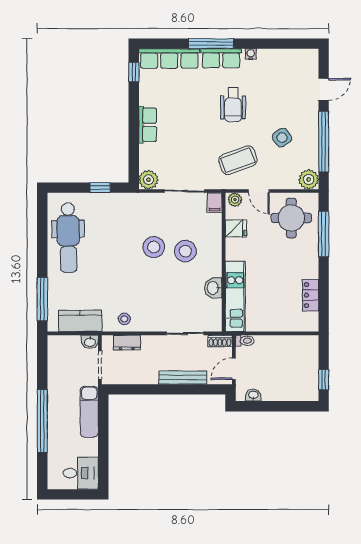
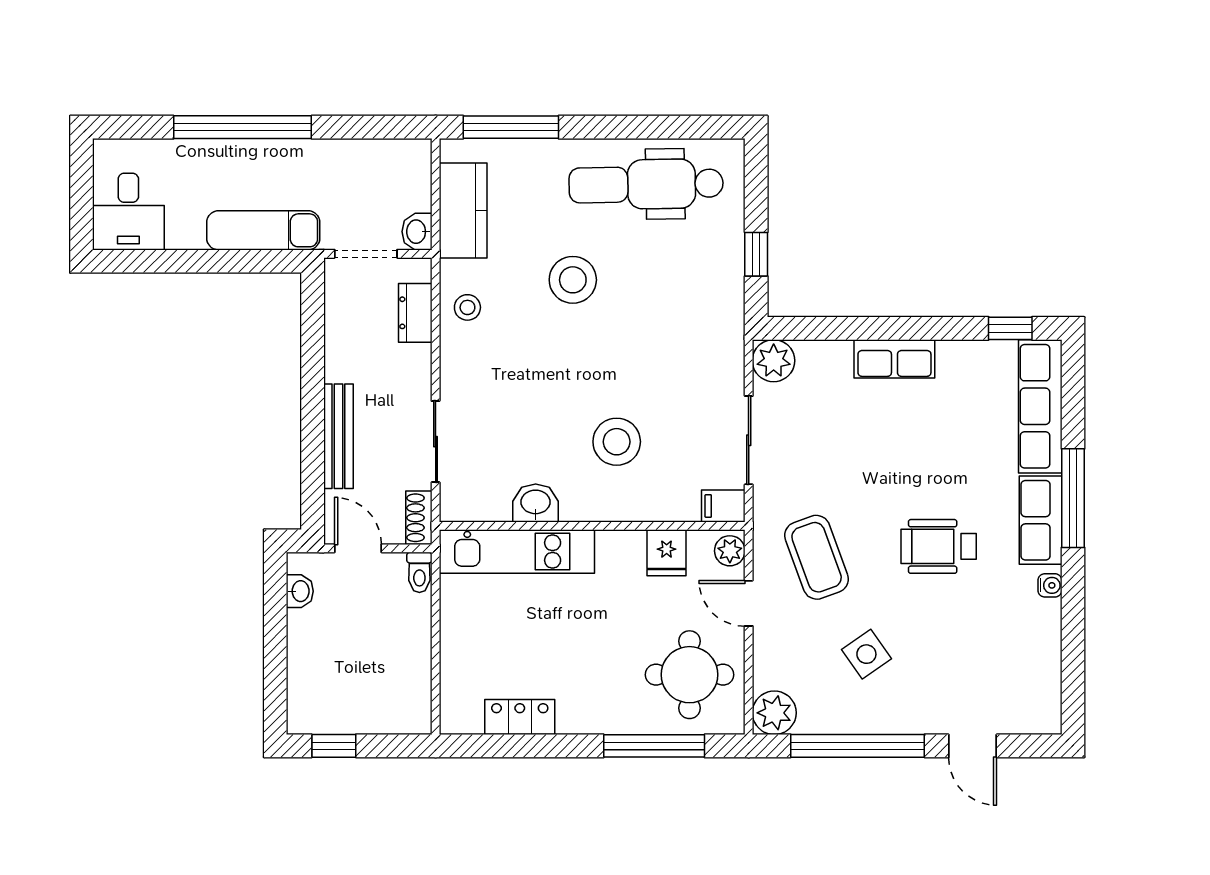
door: (259, 191) -> (749, 603), hinge flipped
stool: (154, 247) -> (573, 280), moved

